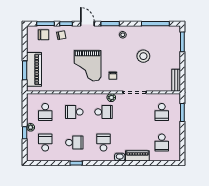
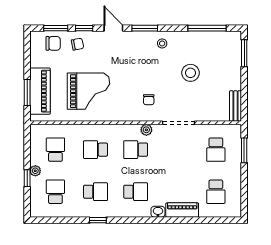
grand piano: (88, 66) -> (88, 91), moved, turned -90
school desk: (45, 112) -> (55, 150), turned 180
school desk: (103, 112) -> (136, 150), turned 180
school desk: (103, 143) -> (136, 192), turned 90

